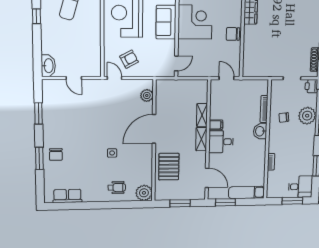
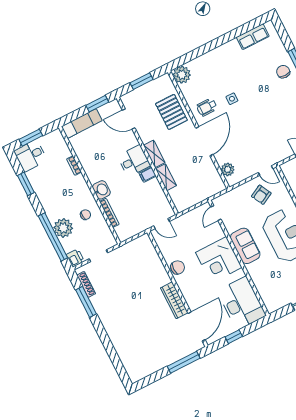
wheelchair: (117, 188) -> (207, 107), moved

